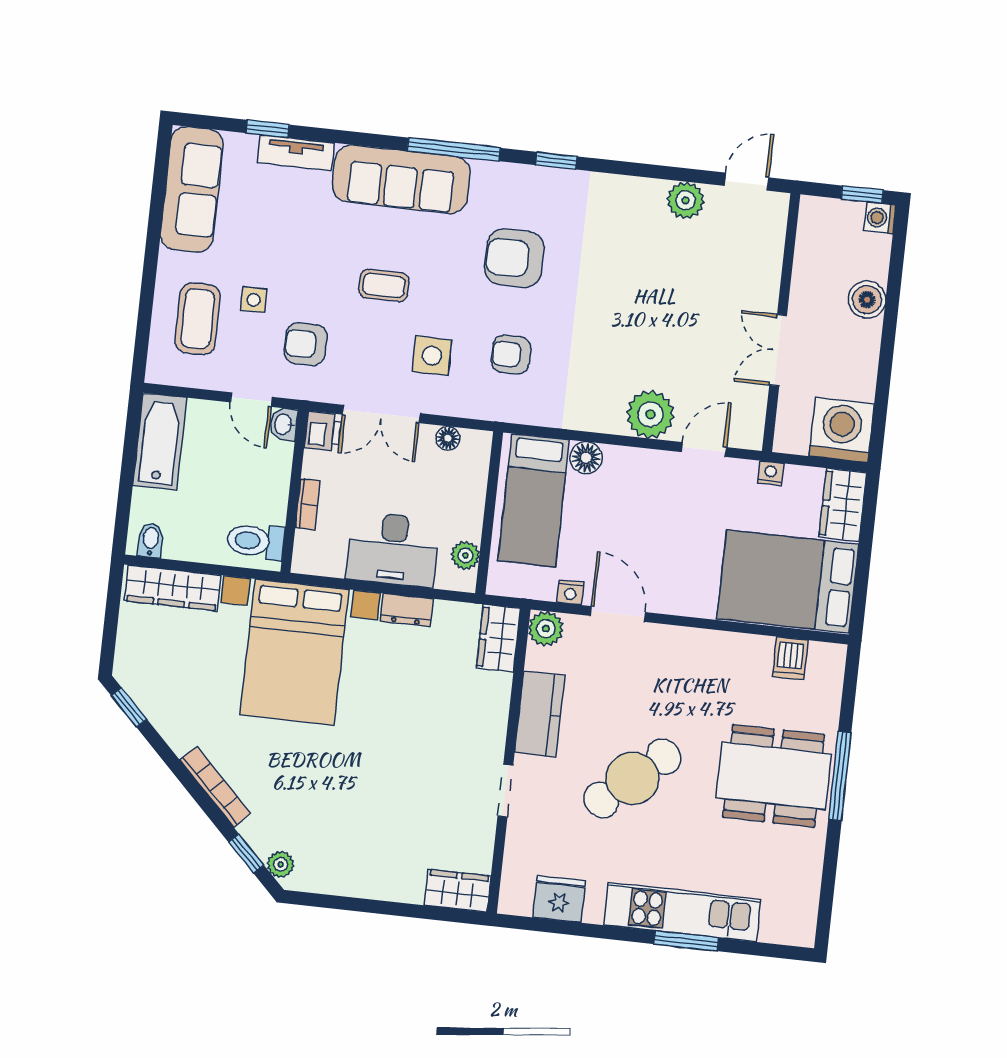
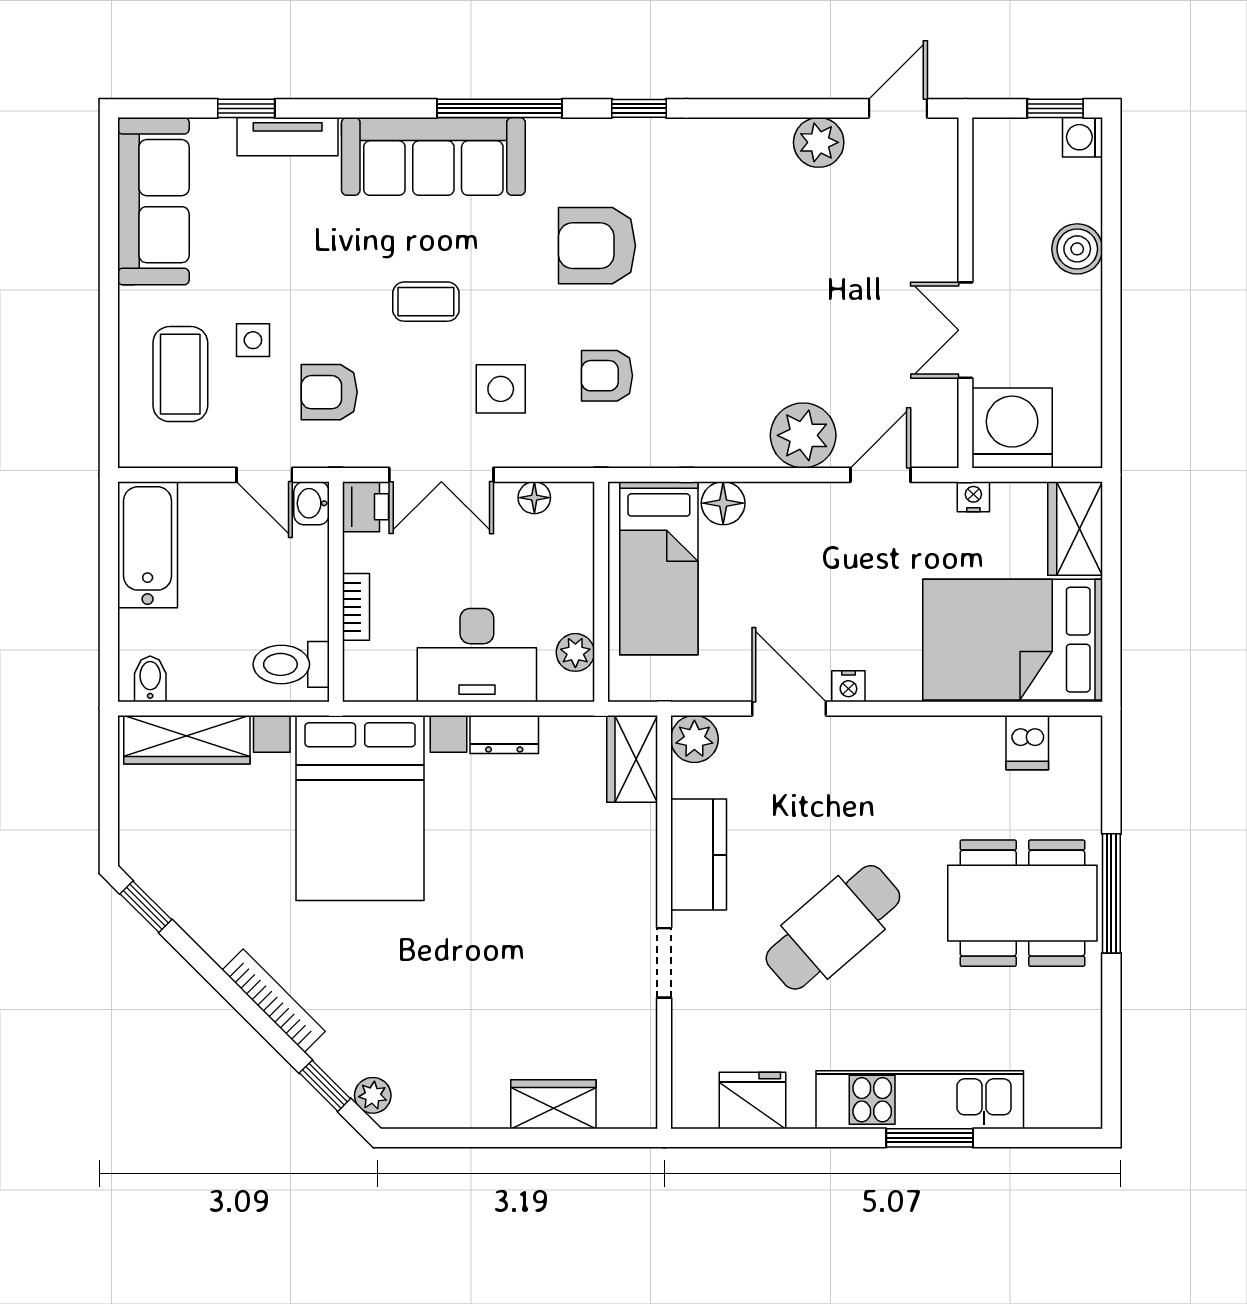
washing machine: (842, 430) -> (1012, 428), moved
nightstand: (570, 592) -> (848, 686), moved
wardrobe: (458, 891) -> (553, 1104), moved

